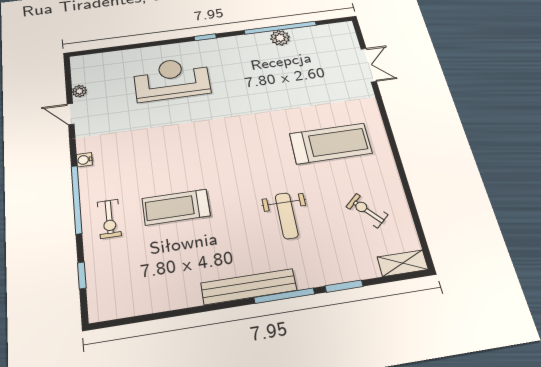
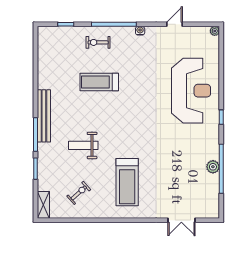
reception desk: (172, 79) -> (191, 91), width x1.36, depth x1.30
plant: (79, 91) -> (215, 31), moved
treadmill: (176, 207) -> (99, 82), turned -90

